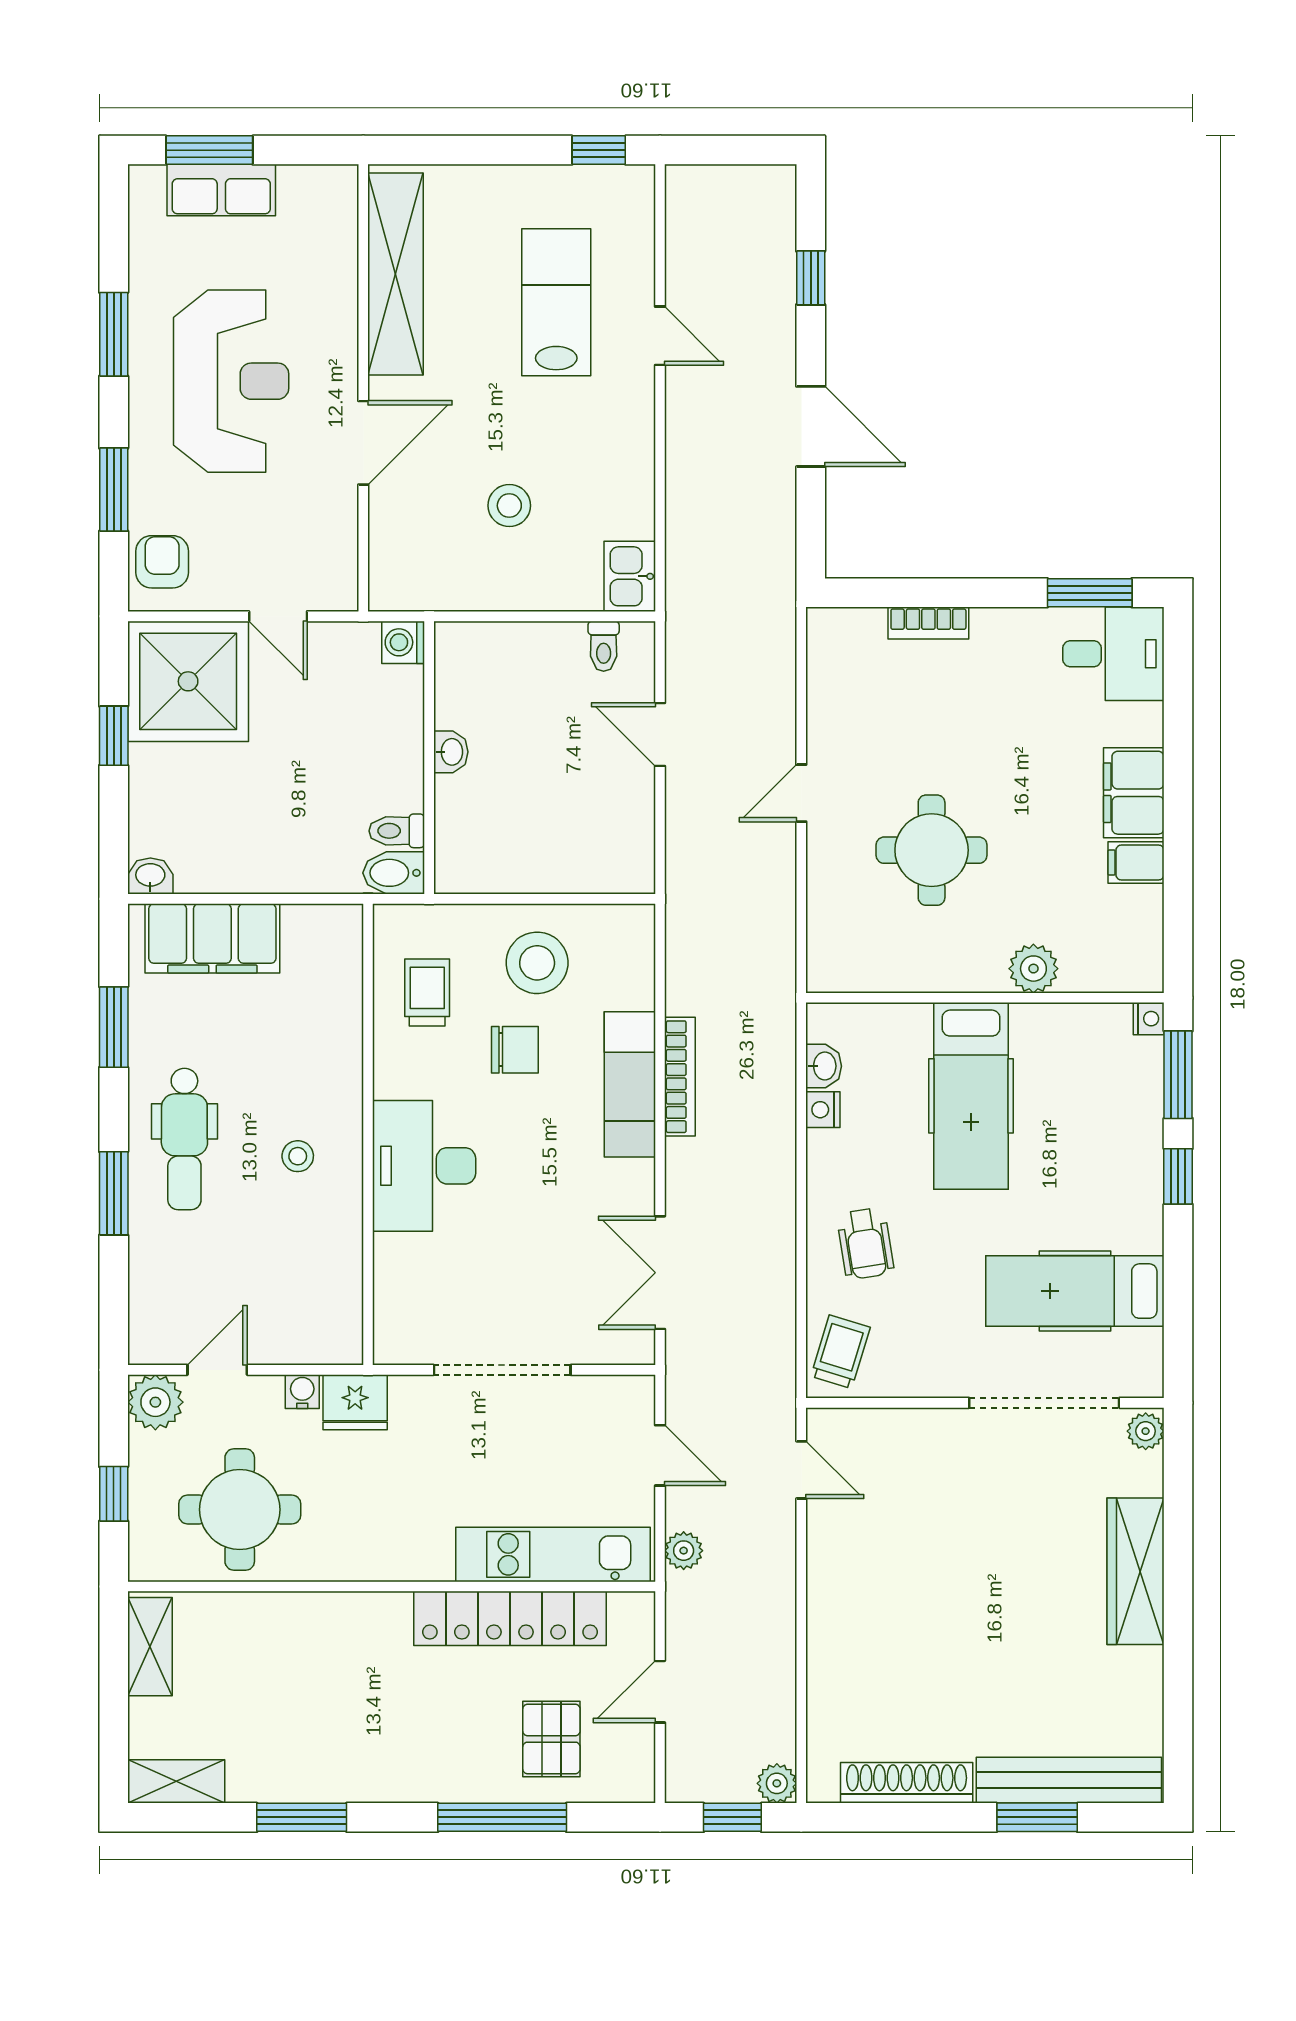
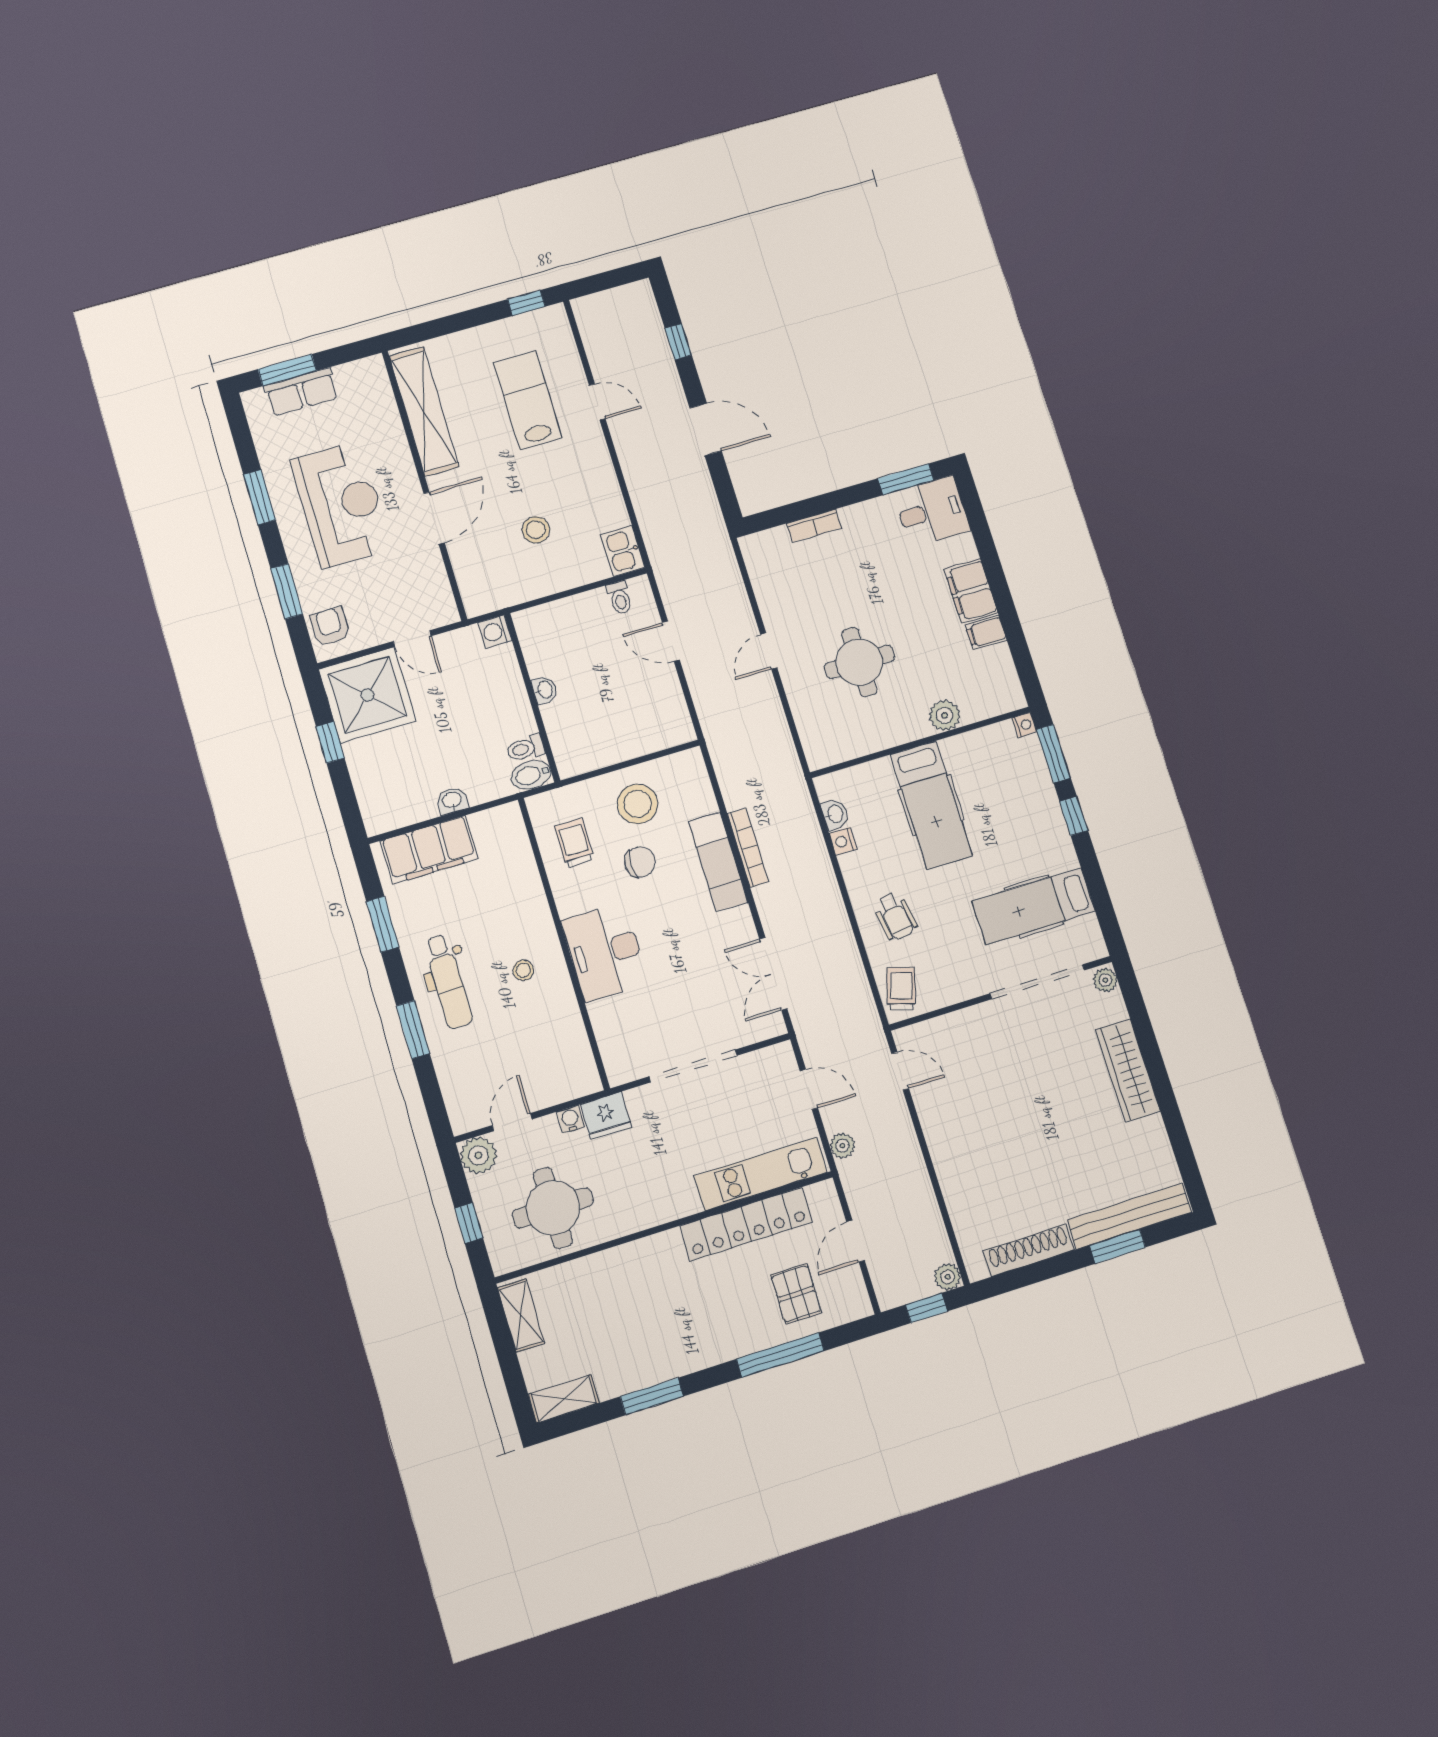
washbasin: (150, 876) -> (452, 801), moved

